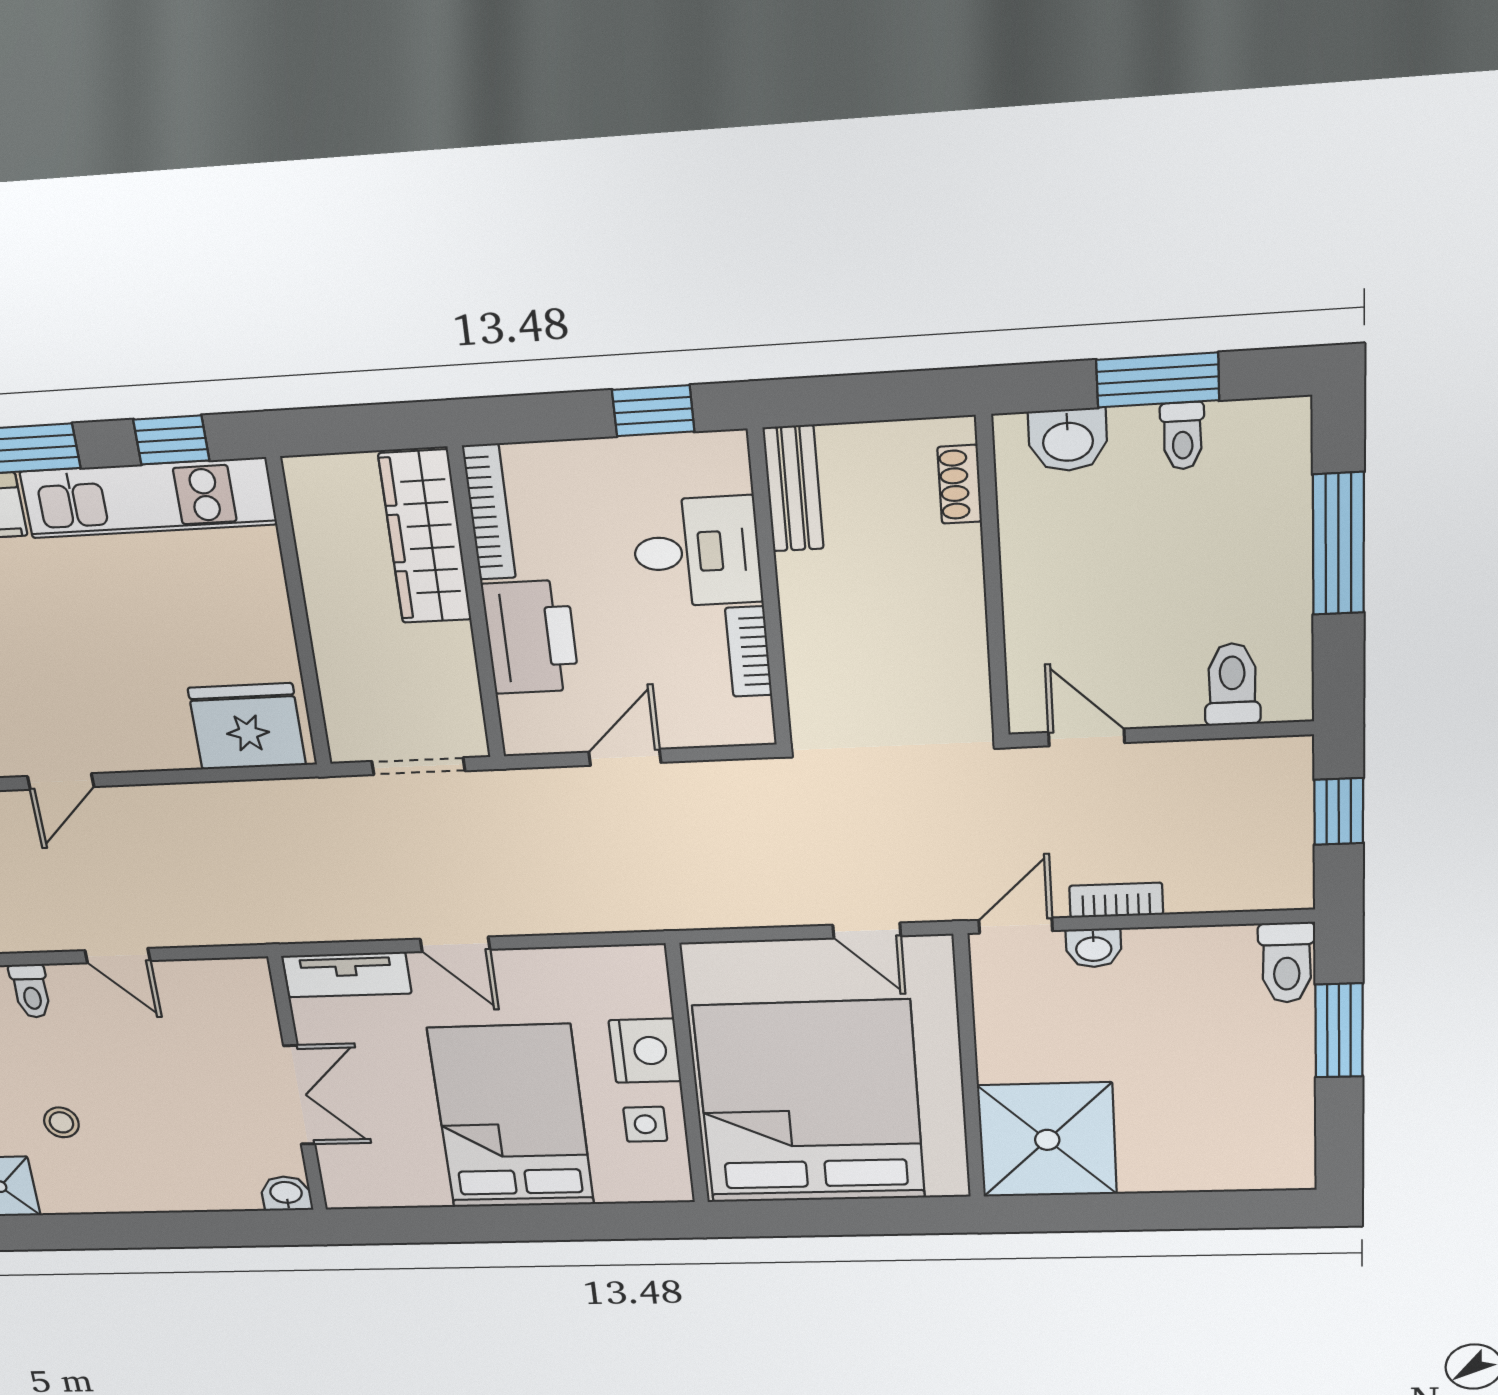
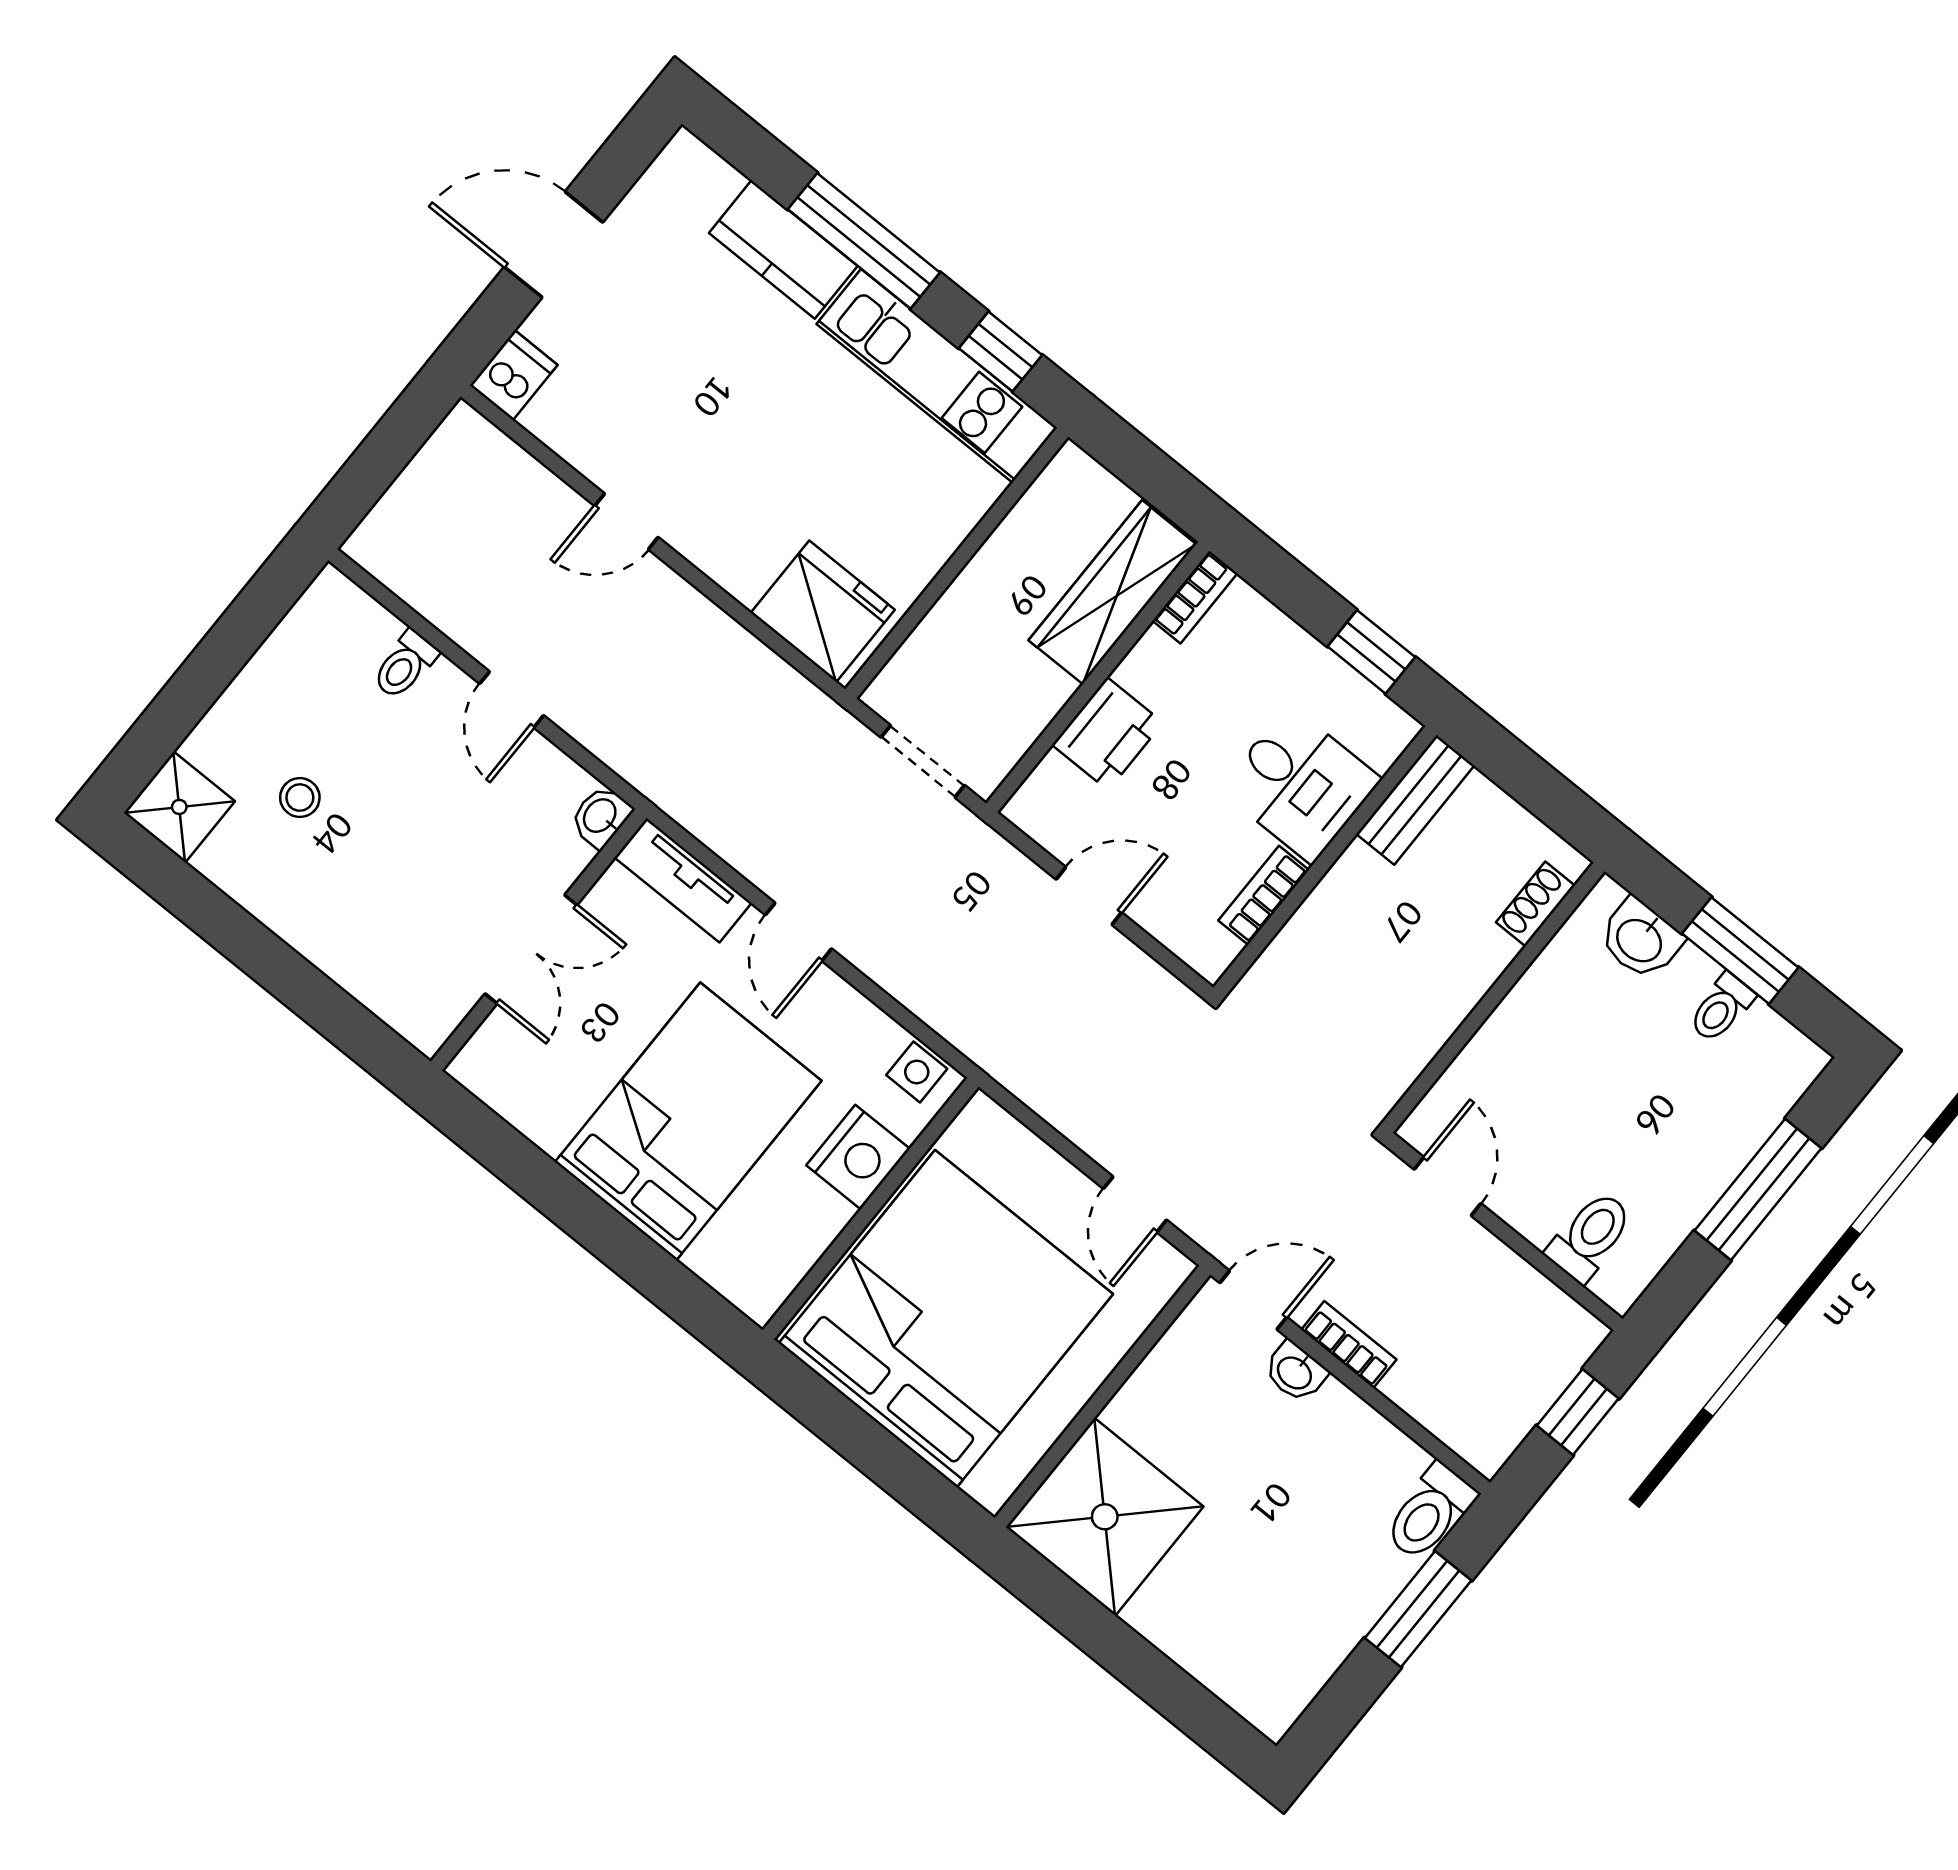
bookcase: (489, 512) -> (1195, 597), width x0.64
printer: (531, 637) -> (1108, 734), width x0.73, depth x0.84
side table: (645, 1124) -> (917, 1072), moved
washbasin: (286, 1193) -> (601, 816), moved, turned -90

